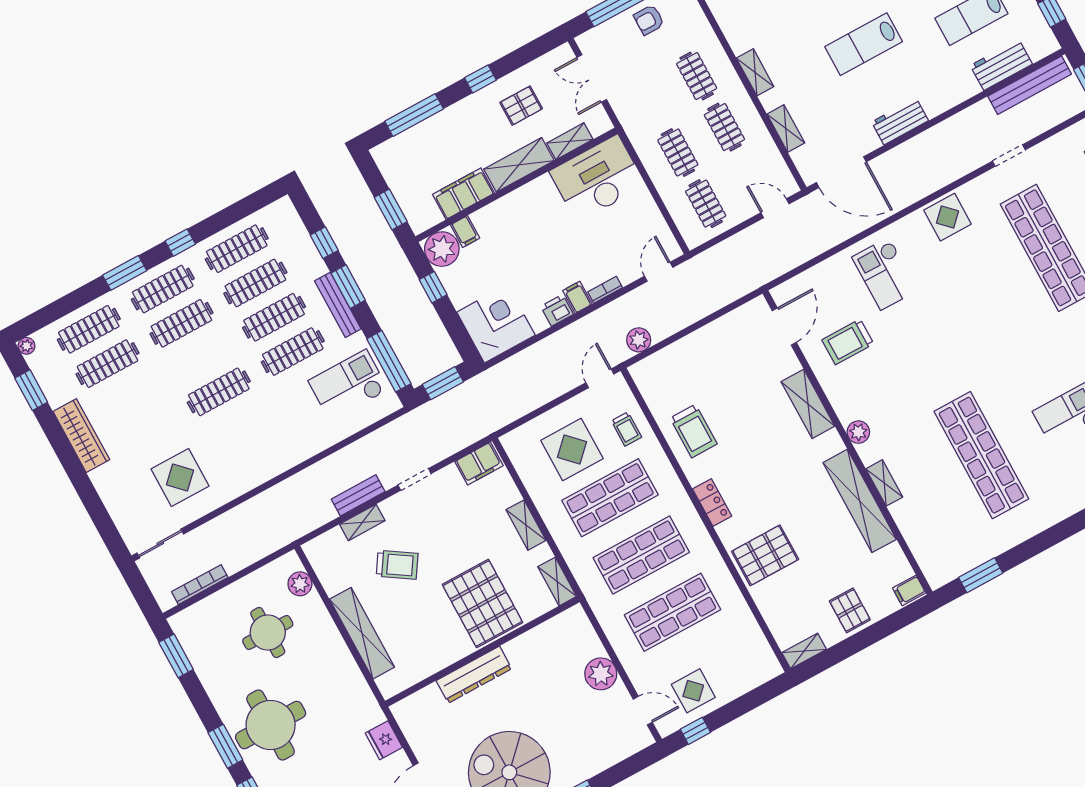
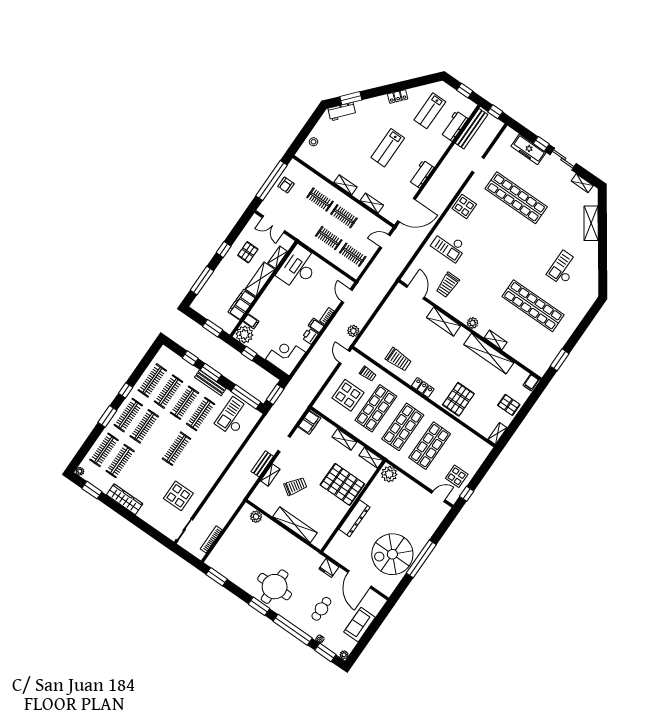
round table: (268, 633) -> (253, 546), removed
plant: (601, 674) -> (389, 474), moved

